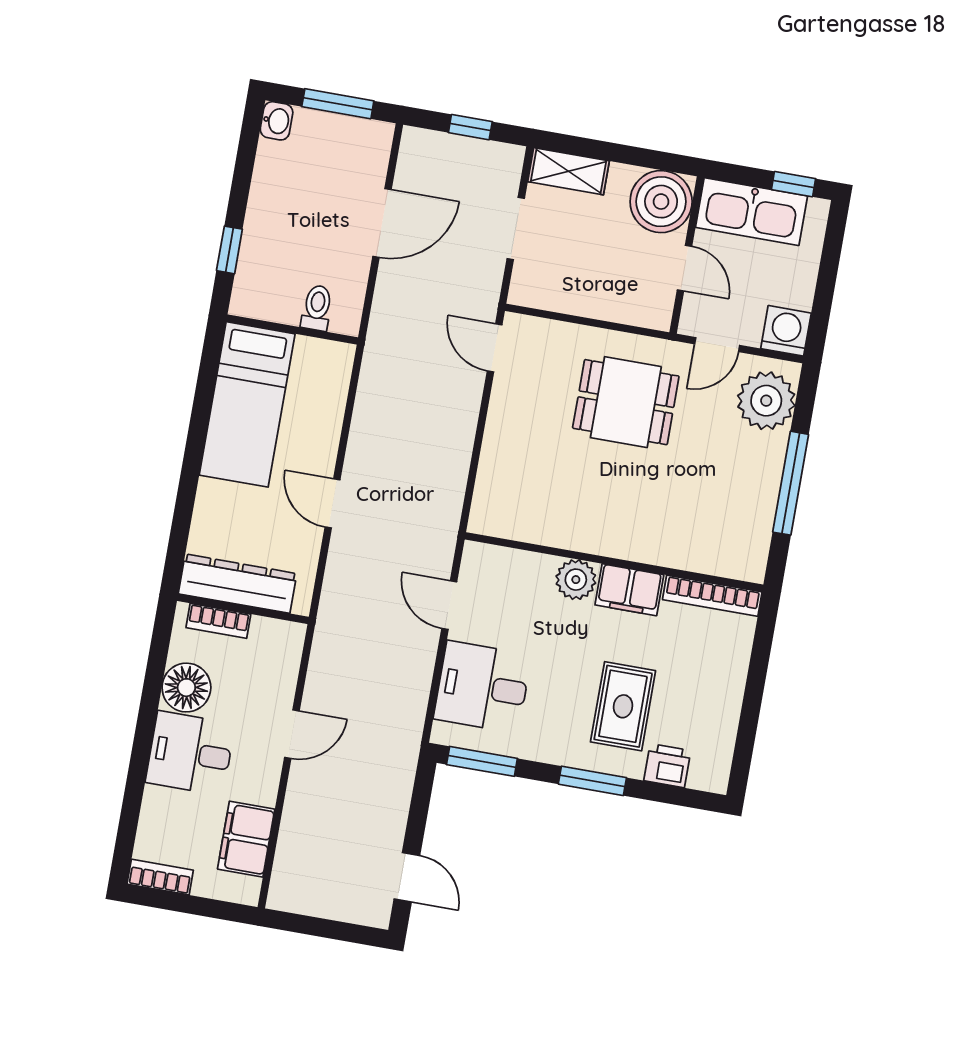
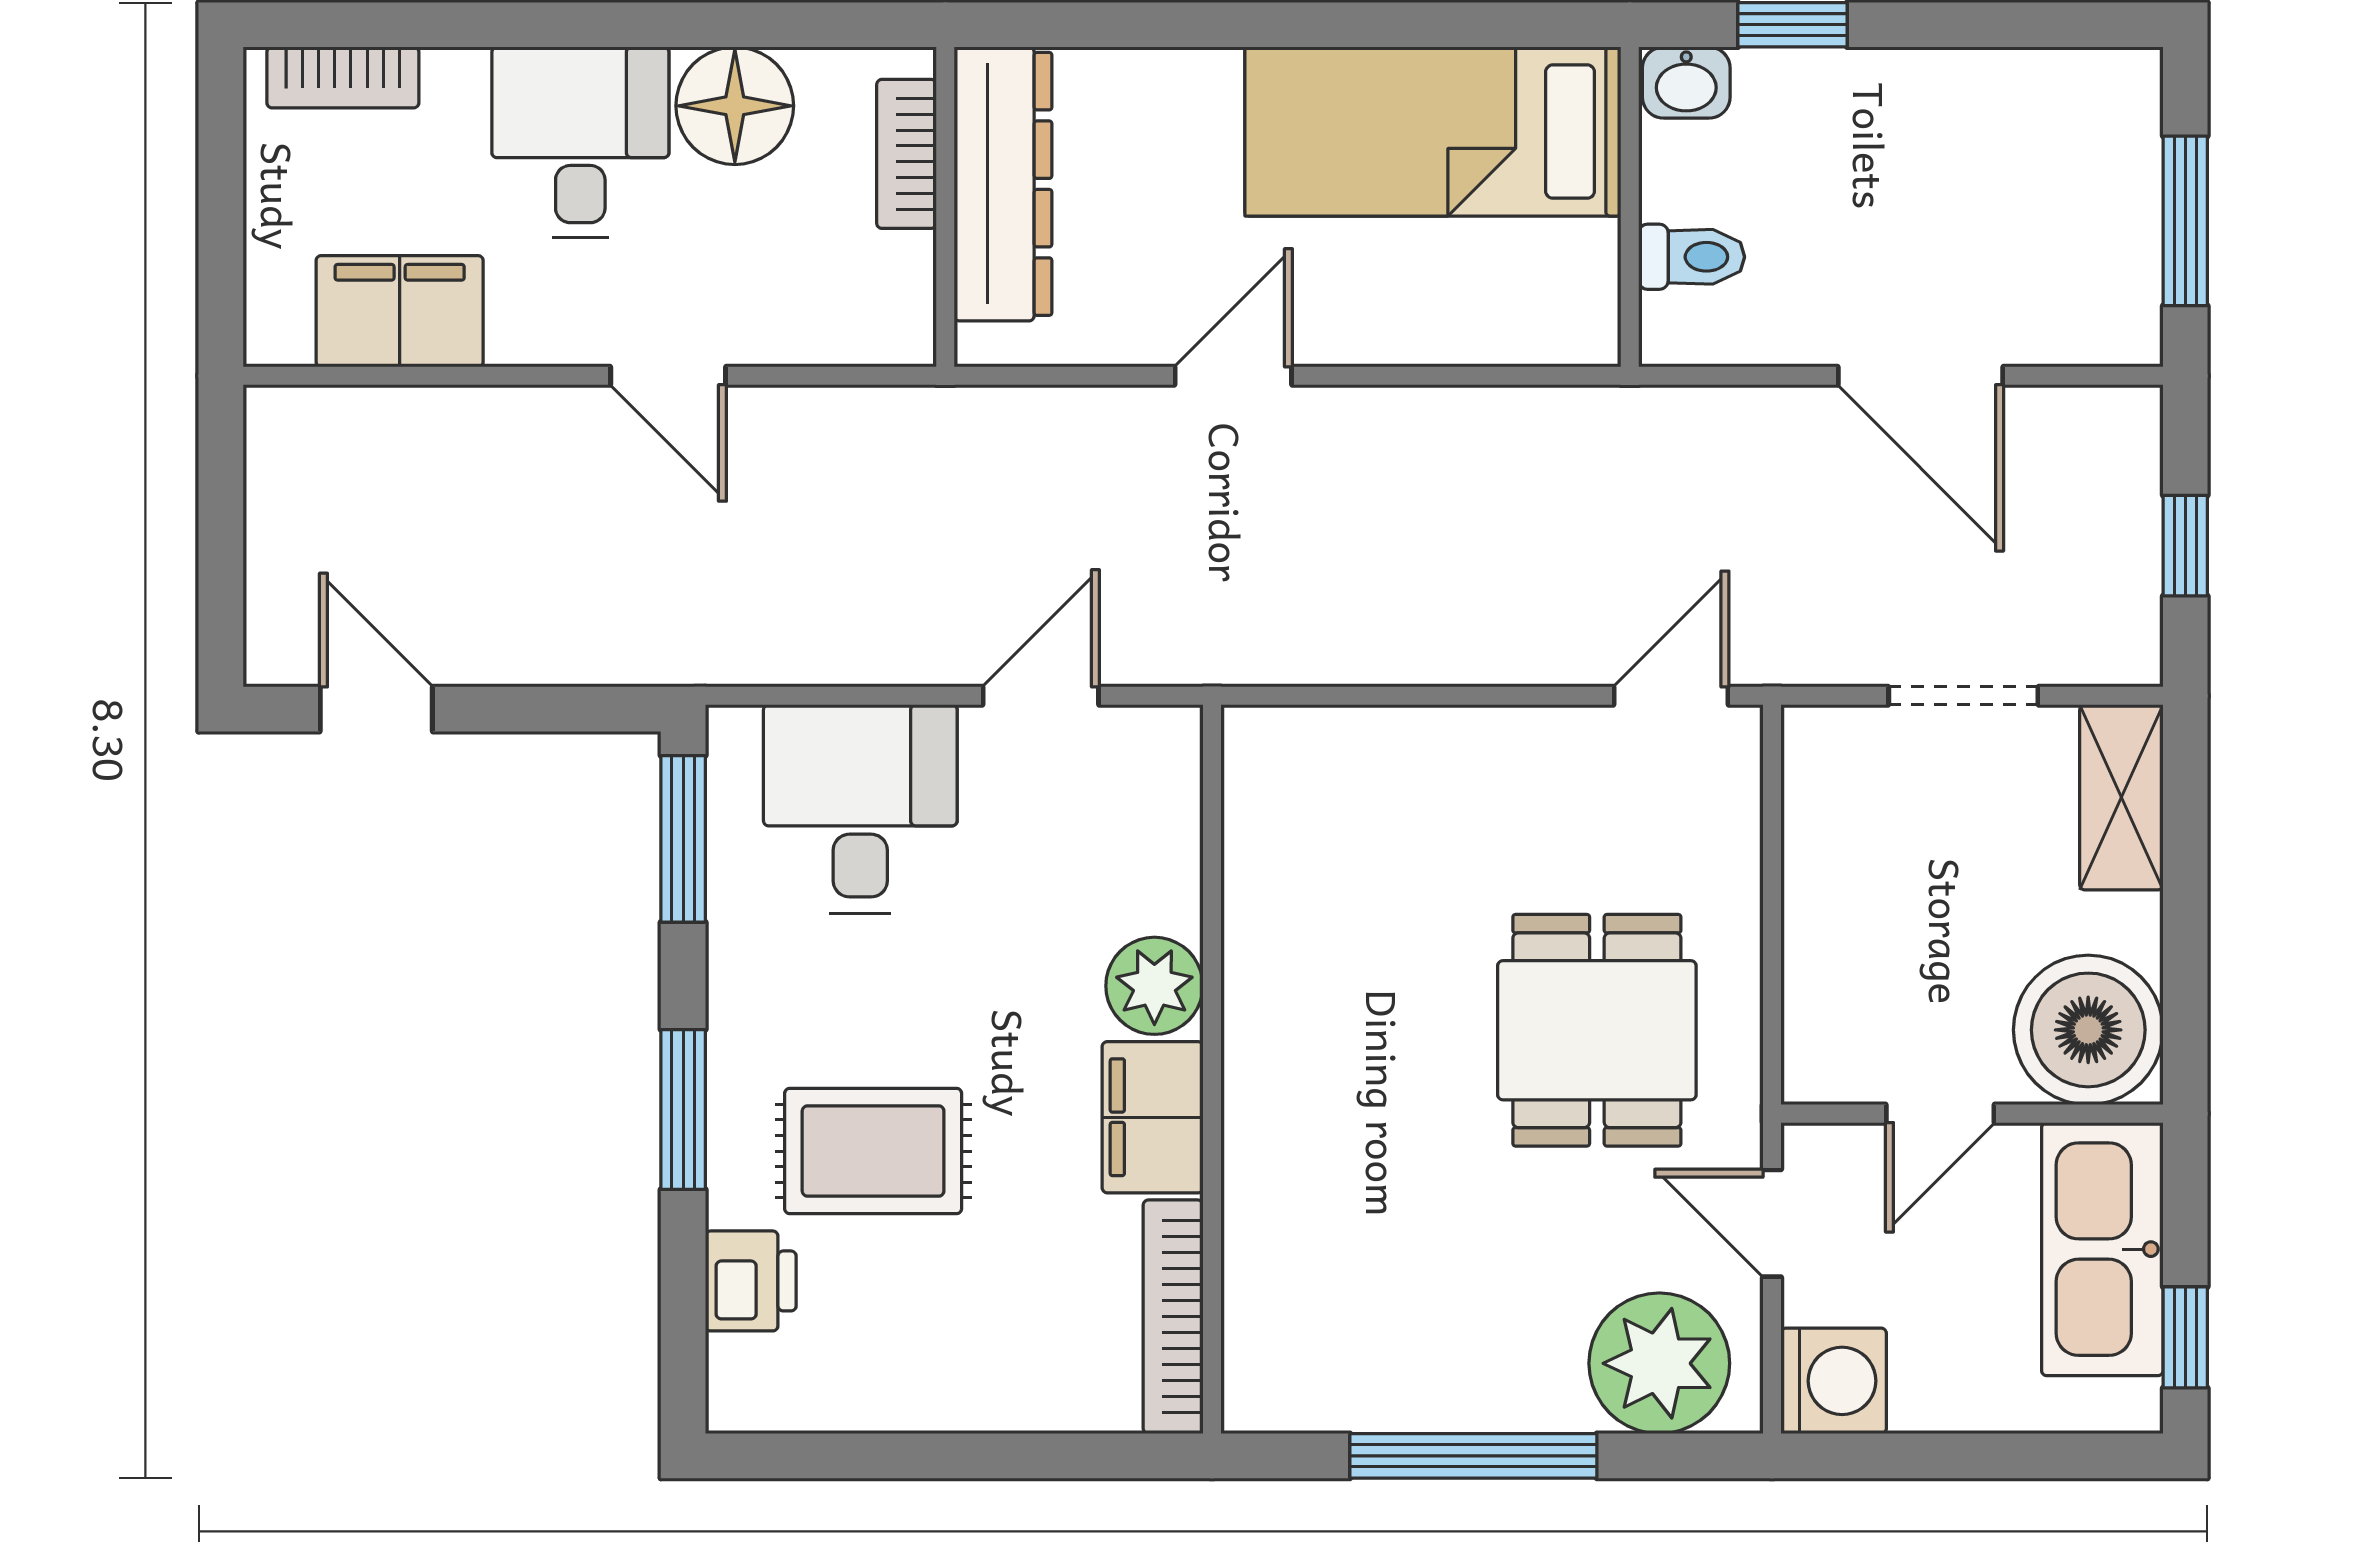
washbasin: (277, 121) -> (1686, 83), moved
bookcase: (160, 877) -> (343, 77), moved, turned 90
door: (407, 877) -> (376, 709), swing flipped

